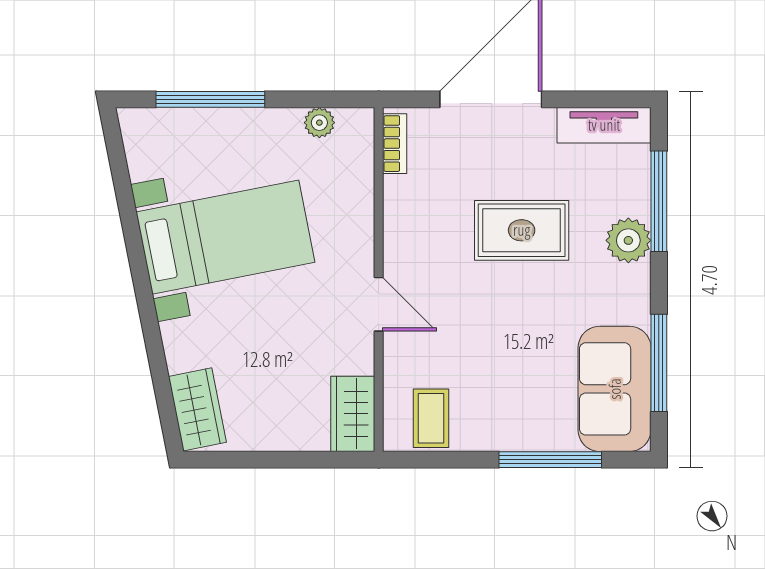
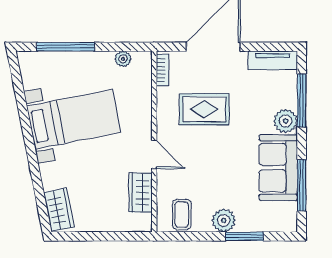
rug: (522, 230) -> (204, 109), moved
sofa: (615, 389) -> (278, 168), moved
wardrobe: (353, 414) -> (141, 193), moved
plant: (511, 429) -> (224, 220), added
window: (550, 460) -> (244, 236), width x0.69

